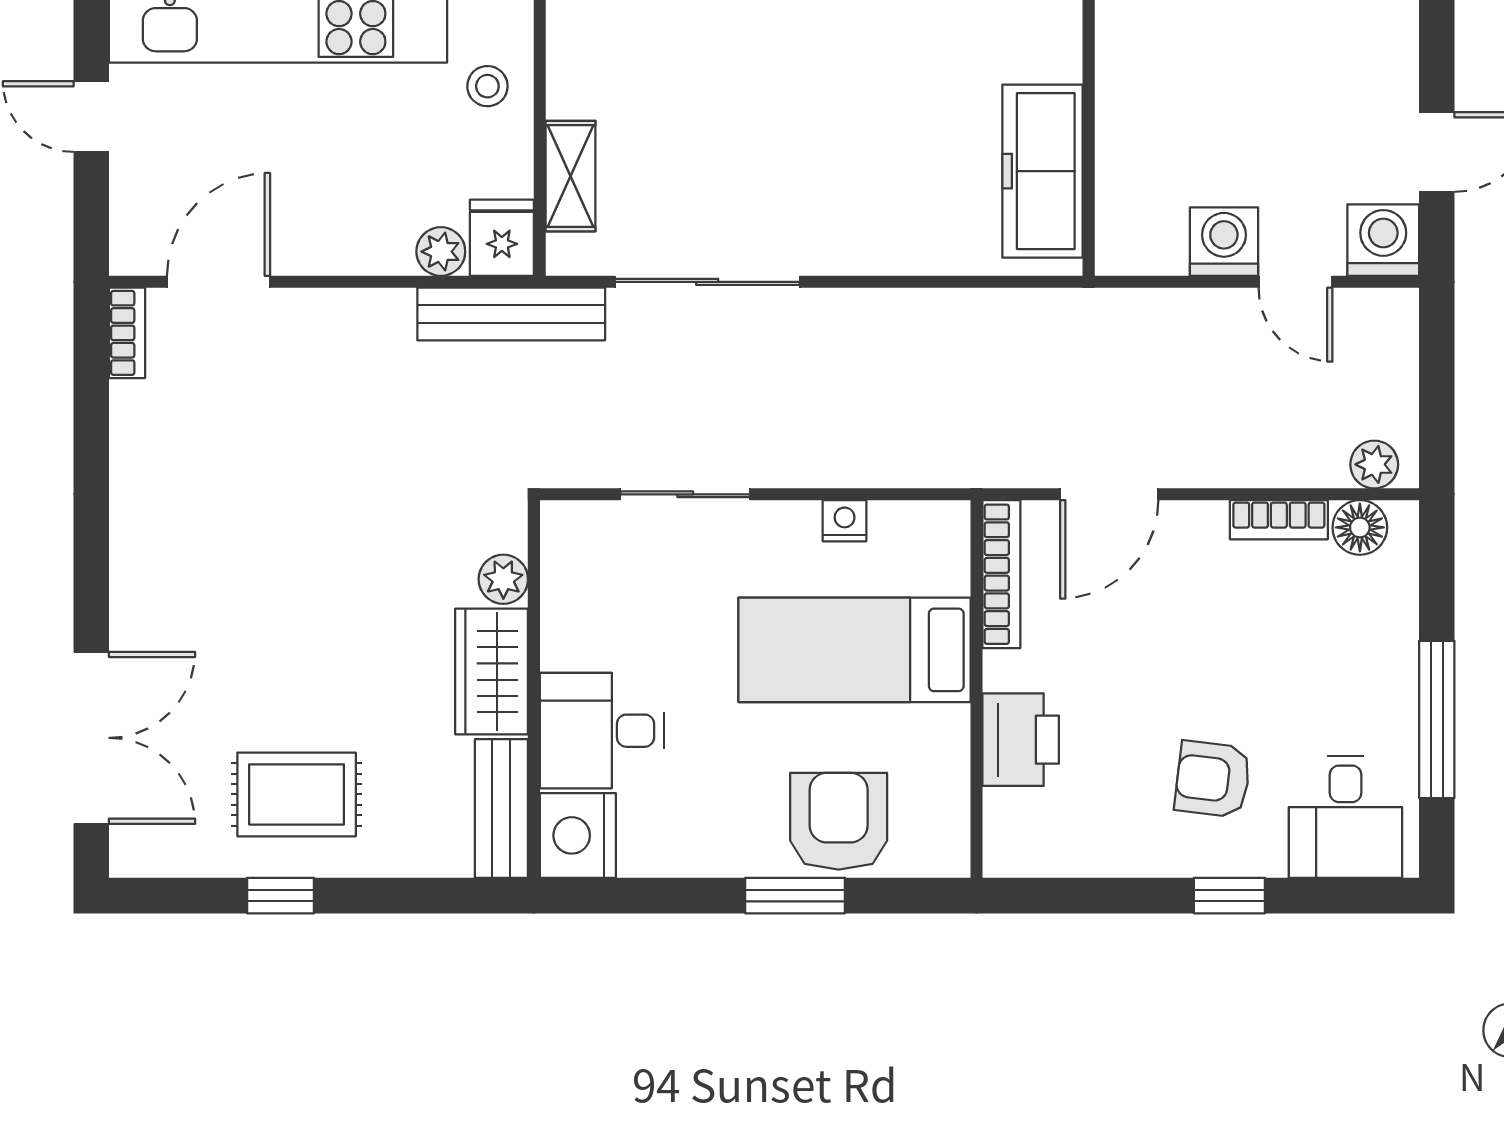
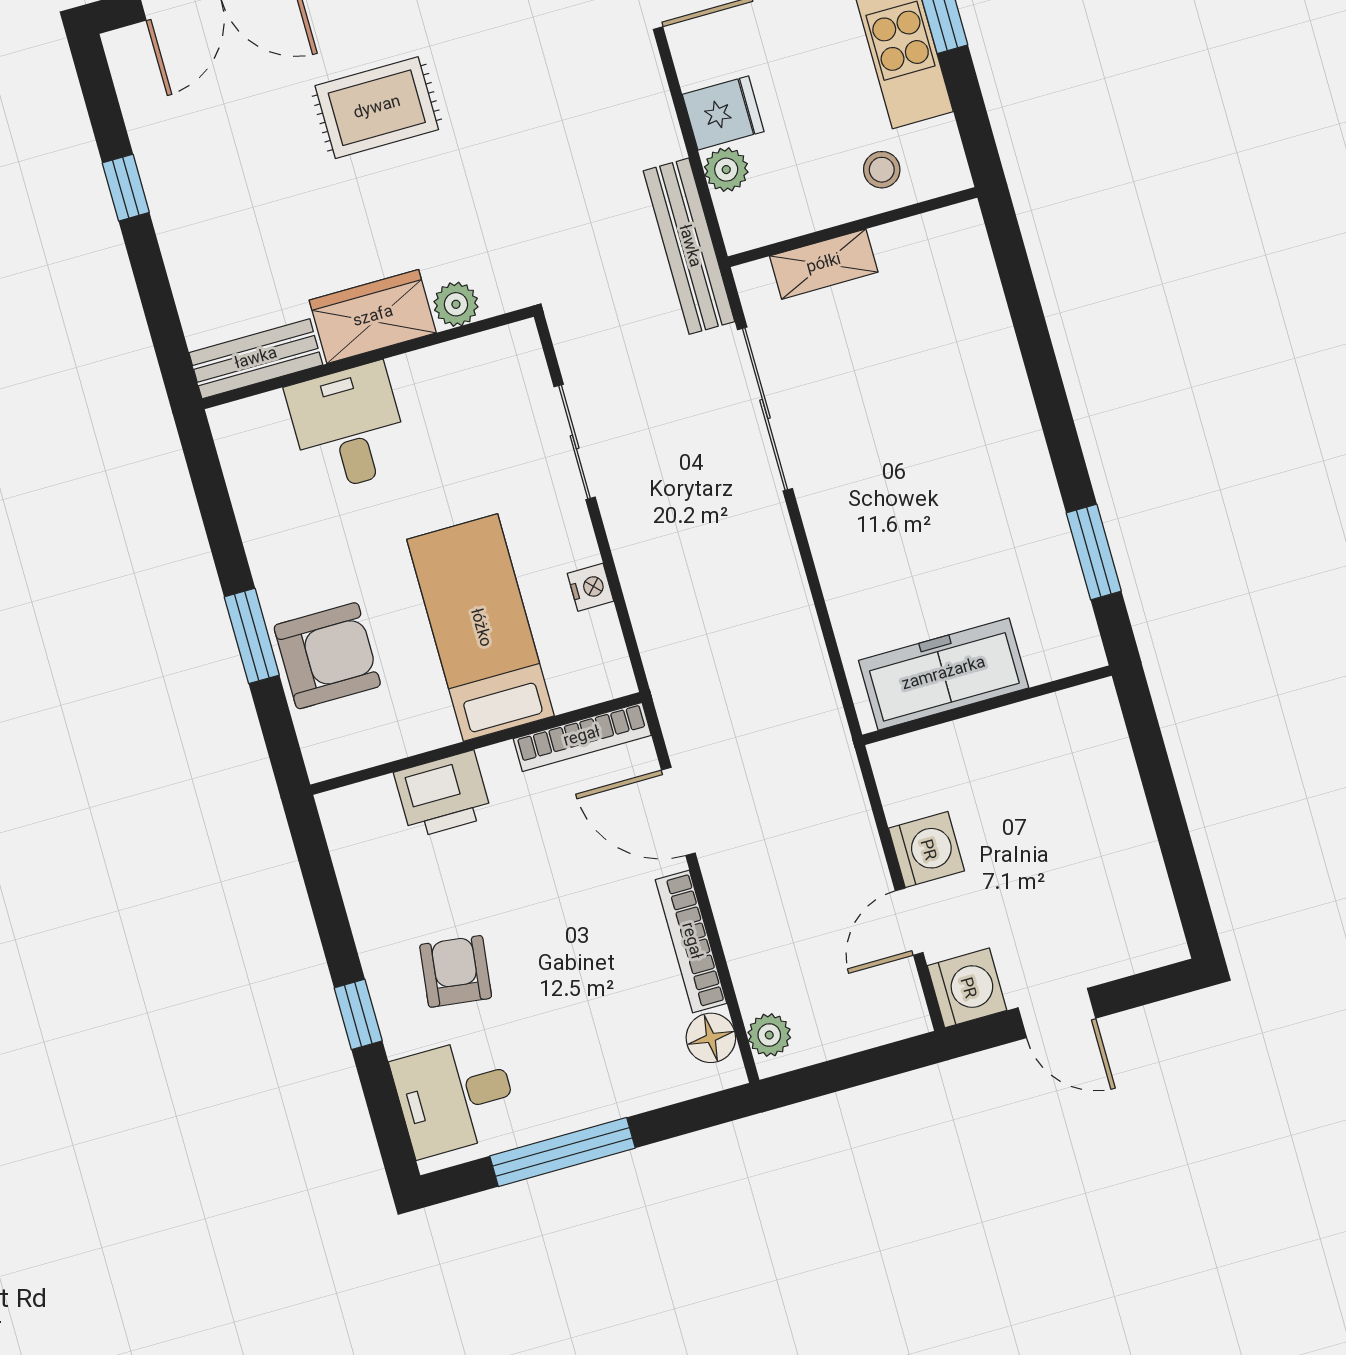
fridge: (502, 238) -> (723, 113), moved
bookcase: (1279, 520) -> (691, 941), width x1.56
rug: (297, 794) -> (377, 108), moved, turned 90
nightstand: (578, 835) -> (251, 432), removed

